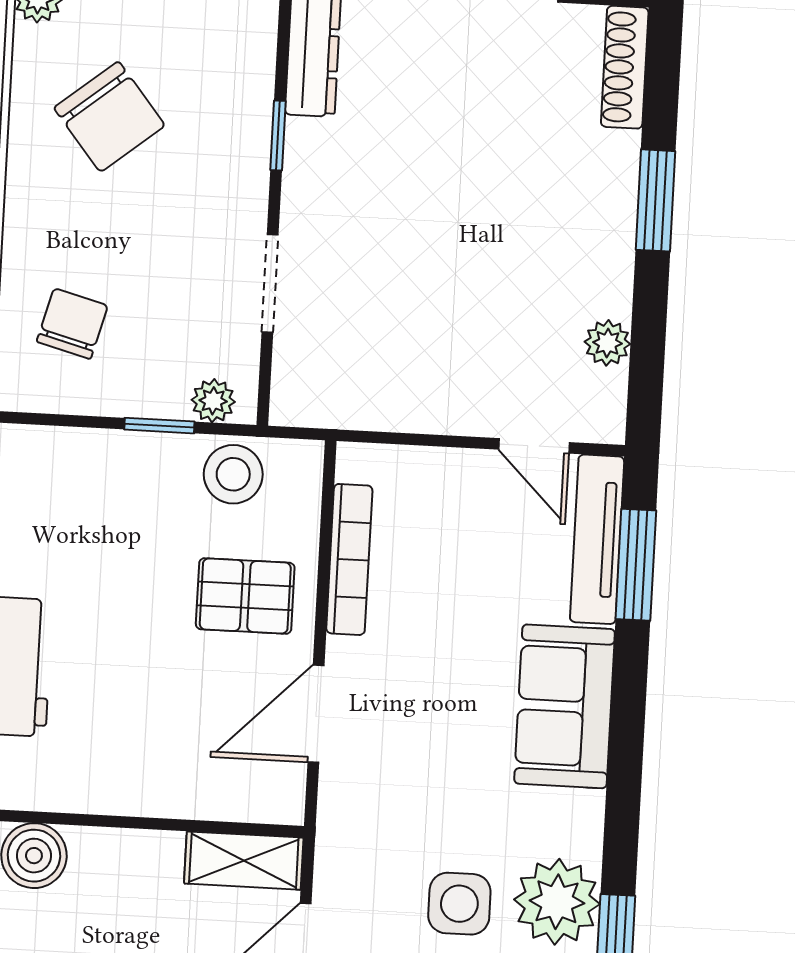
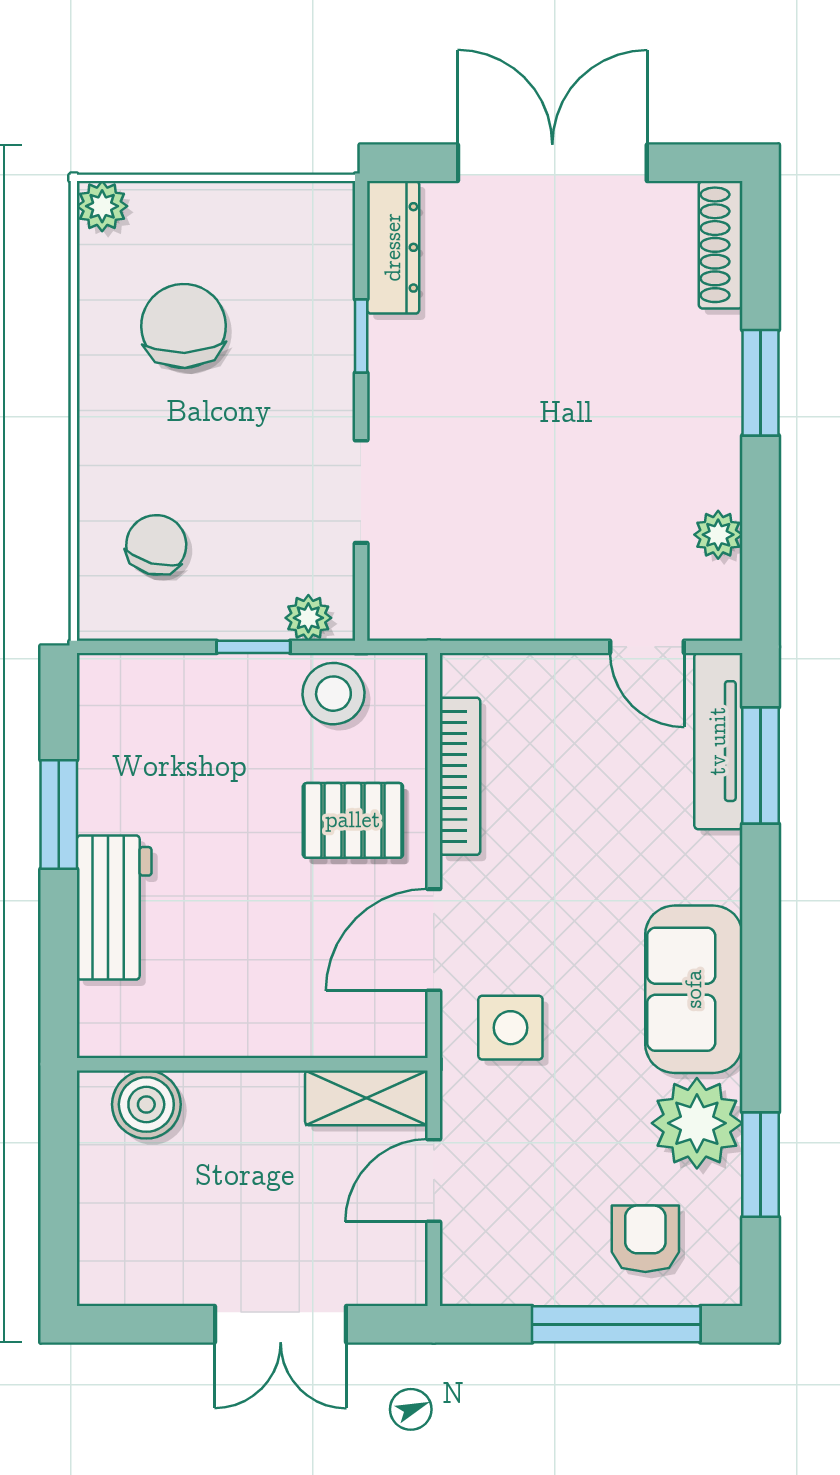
chair: (109, 117) -> (184, 326), turned -143
sofa: (565, 706) -> (694, 989), moved
side table: (459, 904) -> (510, 1028), moved

